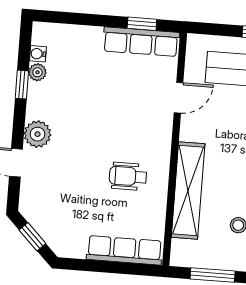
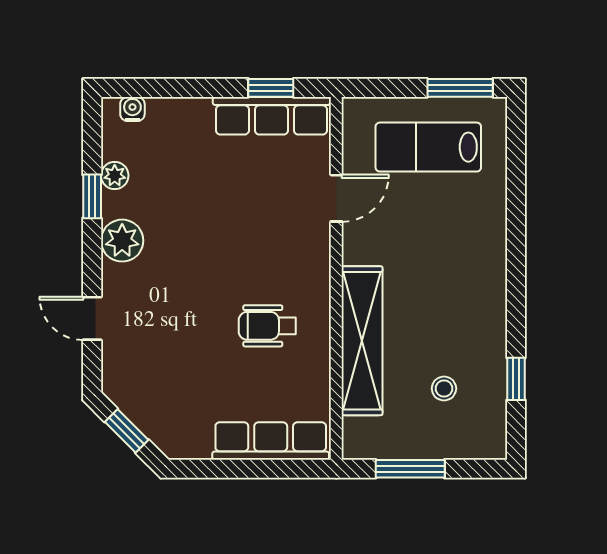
water cooler: (38, 54) -> (132, 109), moved, turned 90
plant: (38, 134) -> (122, 241), moved

